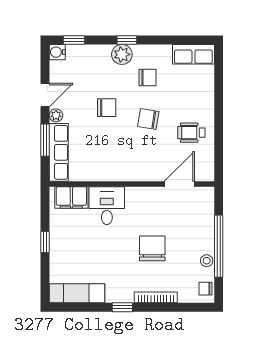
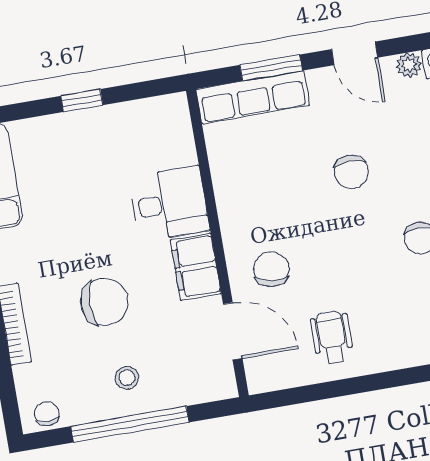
plant: (56, 115) -> (409, 65), moved
chair: (148, 119) -> (271, 269), moved
filing cabinet: (71, 198) -> (196, 267), moved
stool: (207, 261) -> (127, 378), moved

